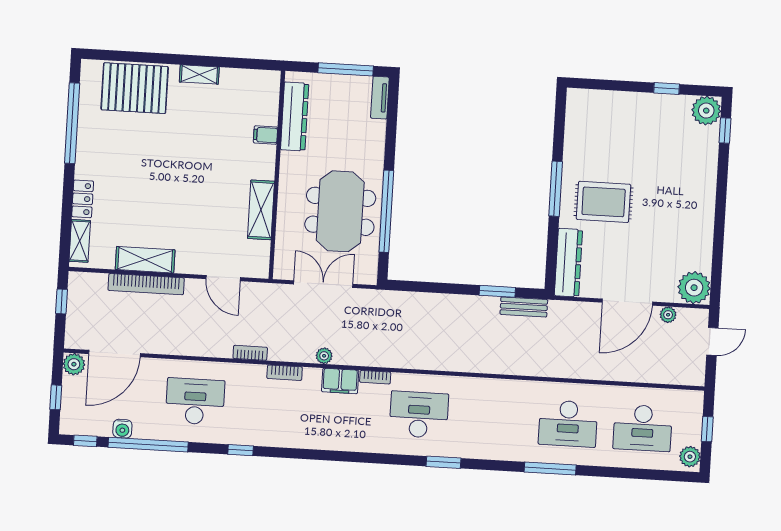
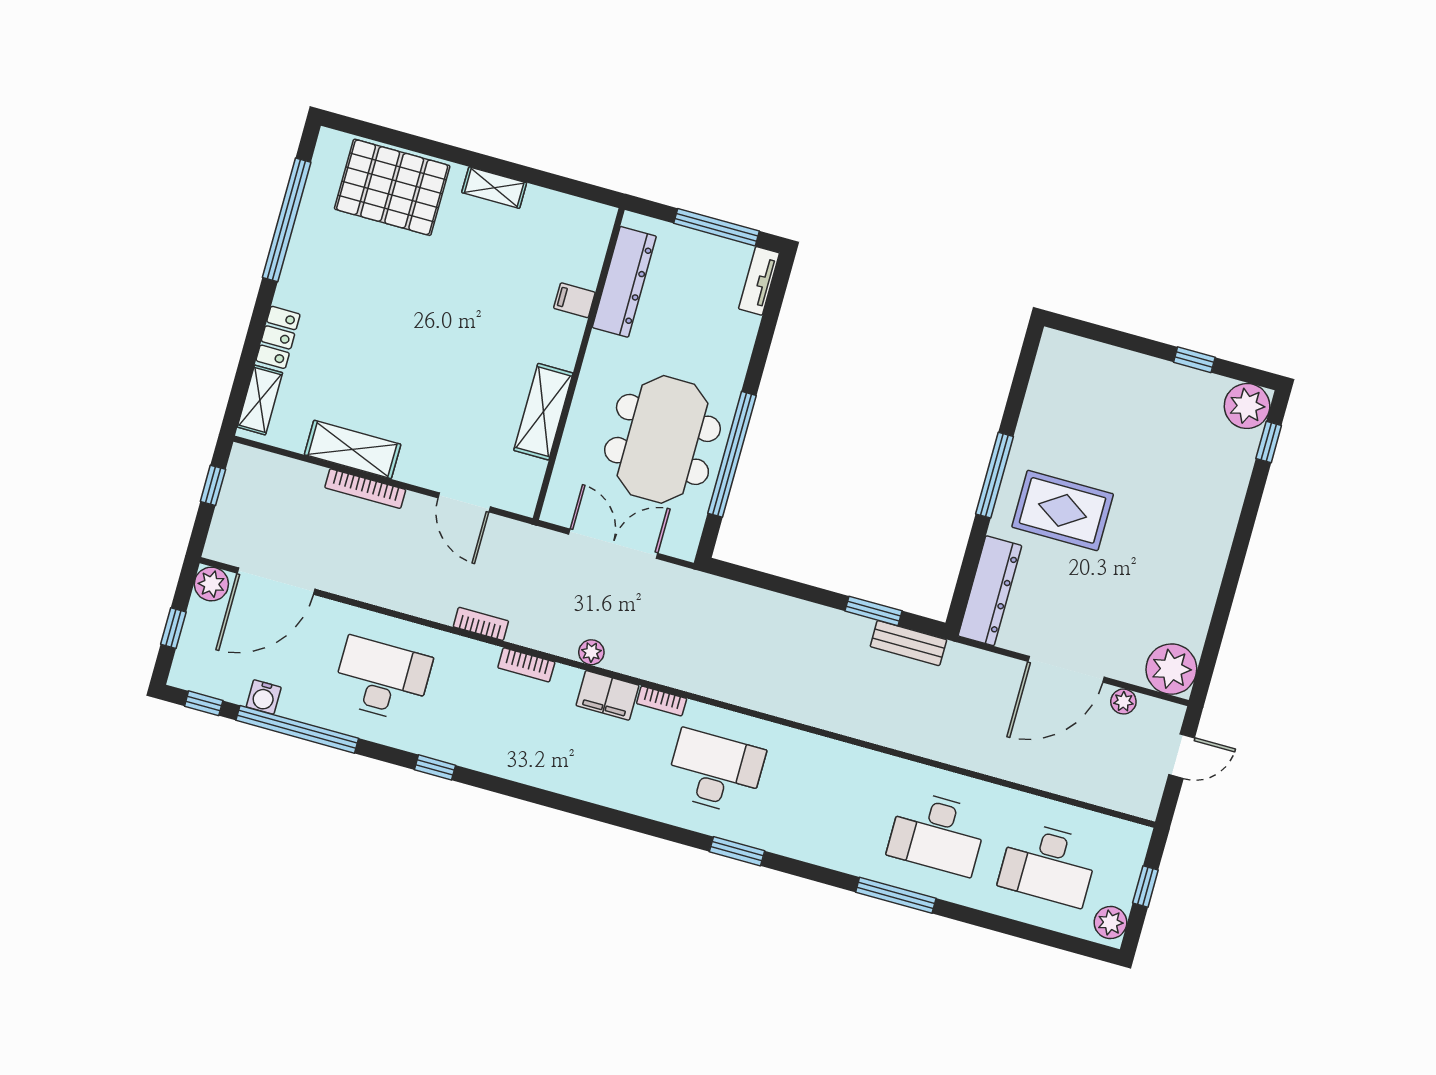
bookcase: (146, 284) -> (365, 489), width x0.68, depth x0.76

